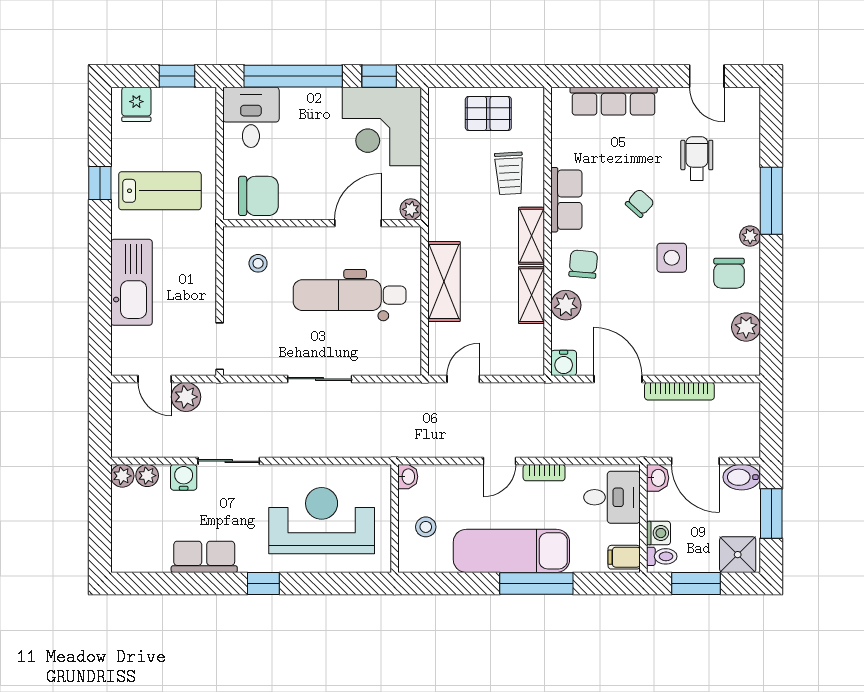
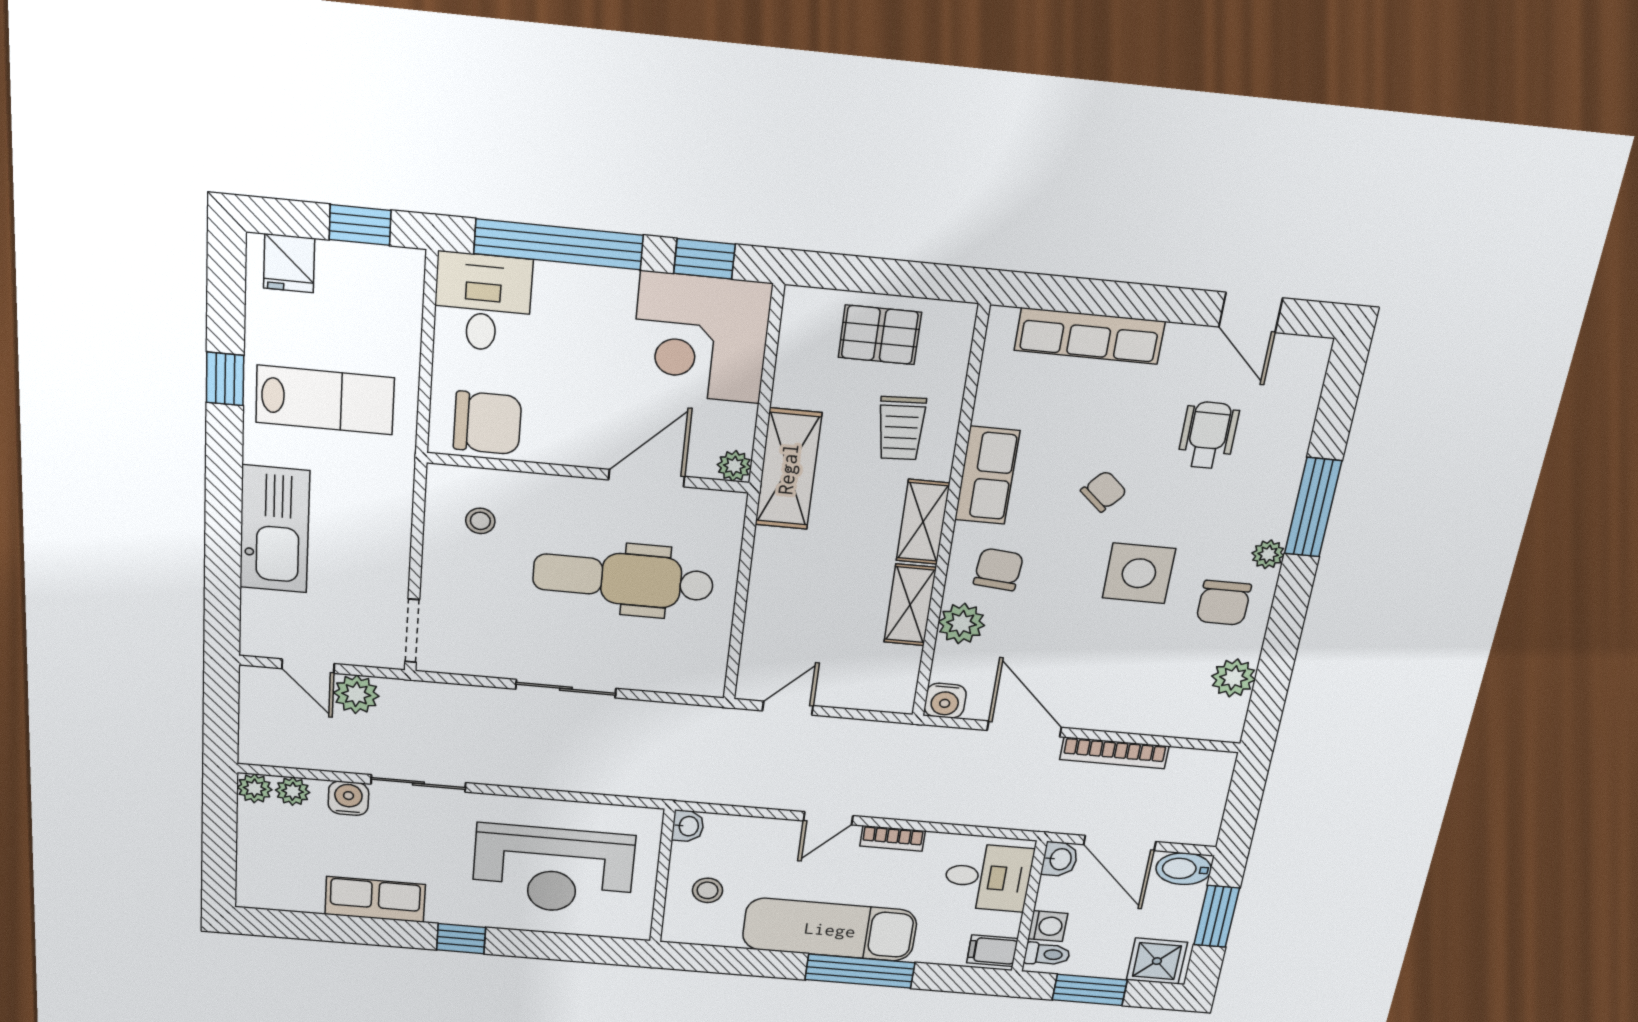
side table: (672, 258) -> (1139, 573), width x1.37, depth x1.37
shelving: (444, 282) -> (788, 469), moved
reception desk: (322, 521) -> (553, 870), turned 180

